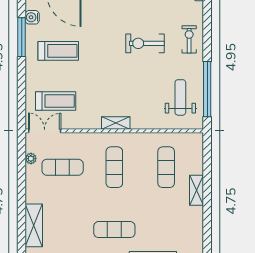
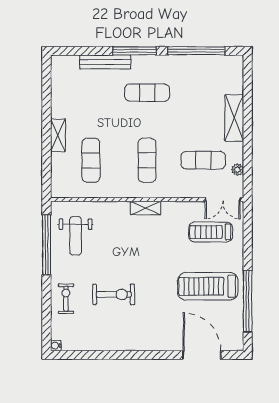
water cooler: (32, 17) -> (236, 323), removed
window: (22, 37) -> (248, 301), width x1.46
exercise bike: (189, 39) -> (66, 299), turned 180
treadmill: (58, 51) -> (208, 286), width x1.37, depth x1.38
shelving: (34, 225) -> (234, 118), moved

